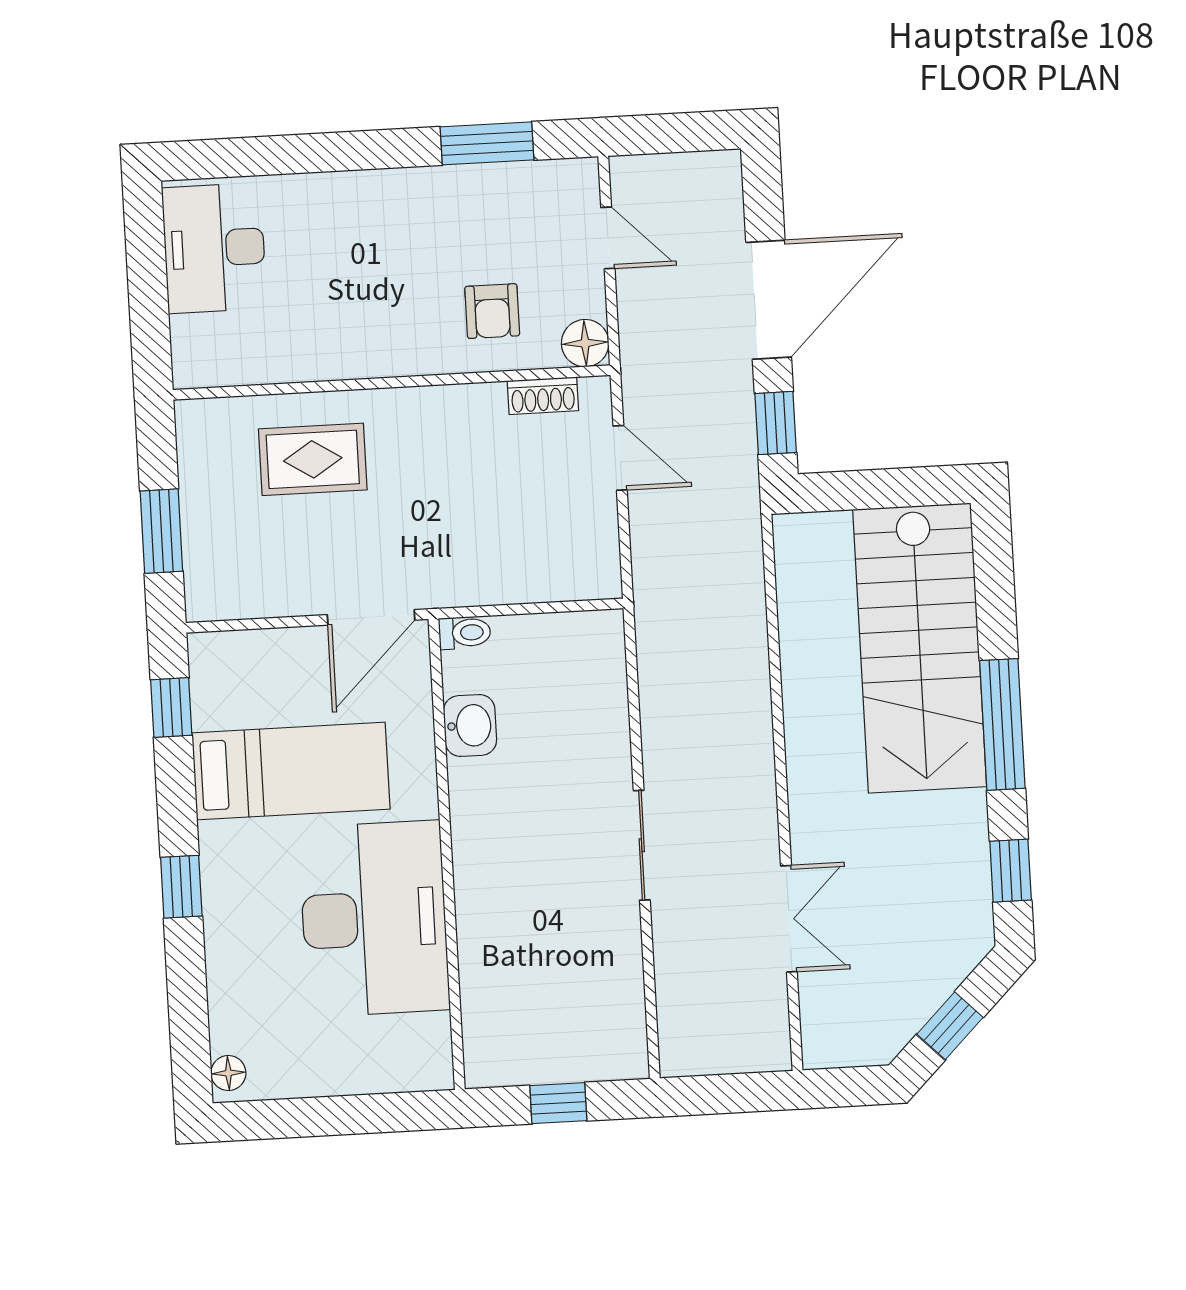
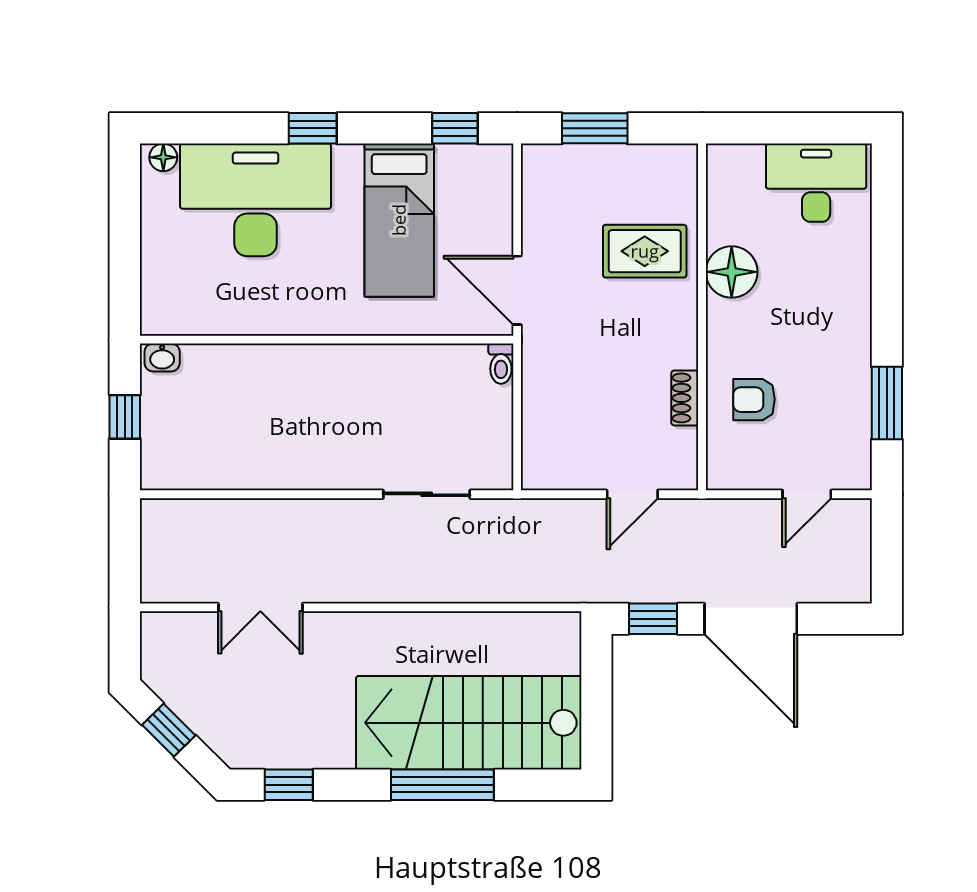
floor lamp: (585, 343) -> (732, 272), moved, width x1.38, depth x1.38
shoe rack: (543, 396) -> (685, 398), moved
rug: (313, 459) -> (645, 251), turned 90
window: (1002, 724) -> (442, 785), moved
washbasin: (470, 725) -> (162, 357), moved, width x0.72, depth x0.69
sliding door: (642, 845) -> (427, 494), moved
desk: (374, 919) -> (256, 200), moved, turned 180

